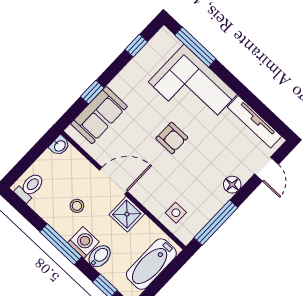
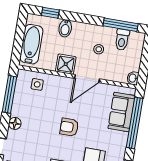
window: (92, 92) -> (135, 123), width x3.17
toilet: (30, 187) -> (122, 40), moved
washing machine: (83, 242) -> (80, 30), removed
window: (61, 244) -> (121, 25), moved

